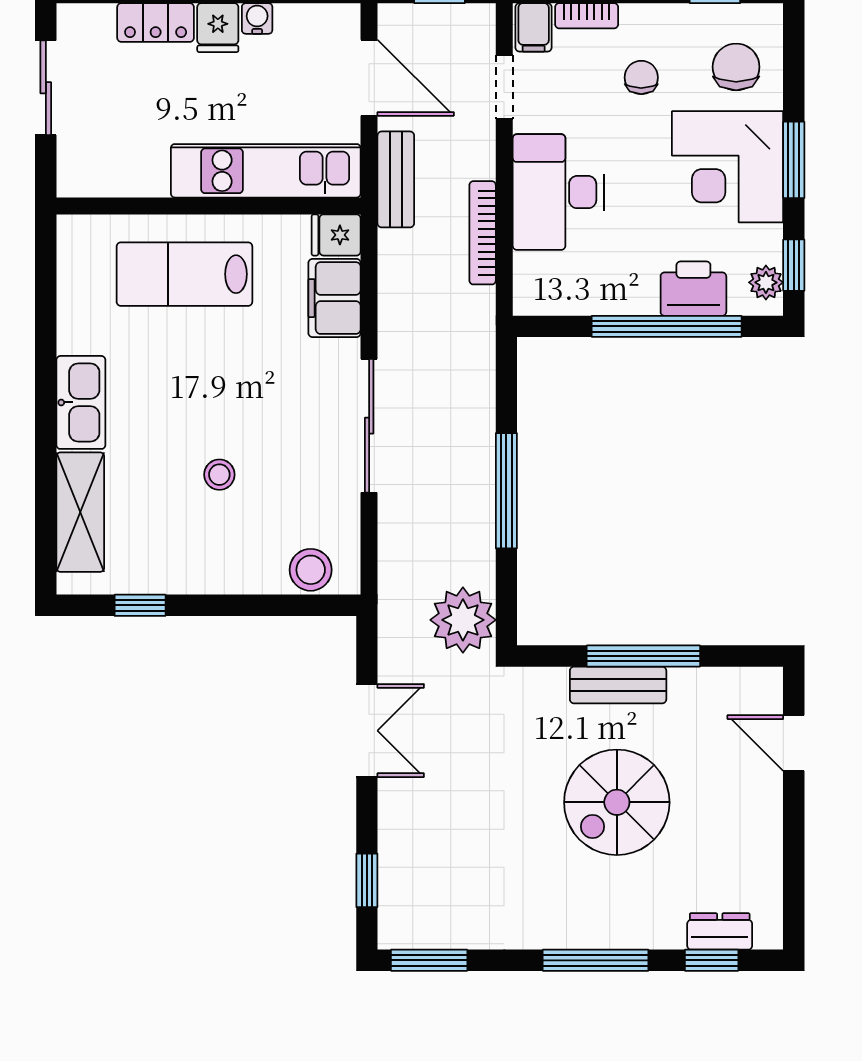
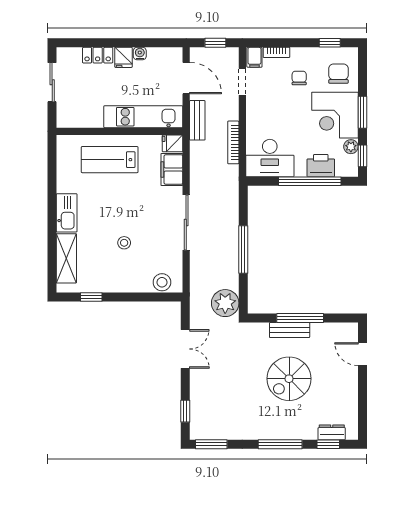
desk: (558, 192) -> (270, 158), moved, turned -90
plant: (766, 282) -> (351, 147), moved

